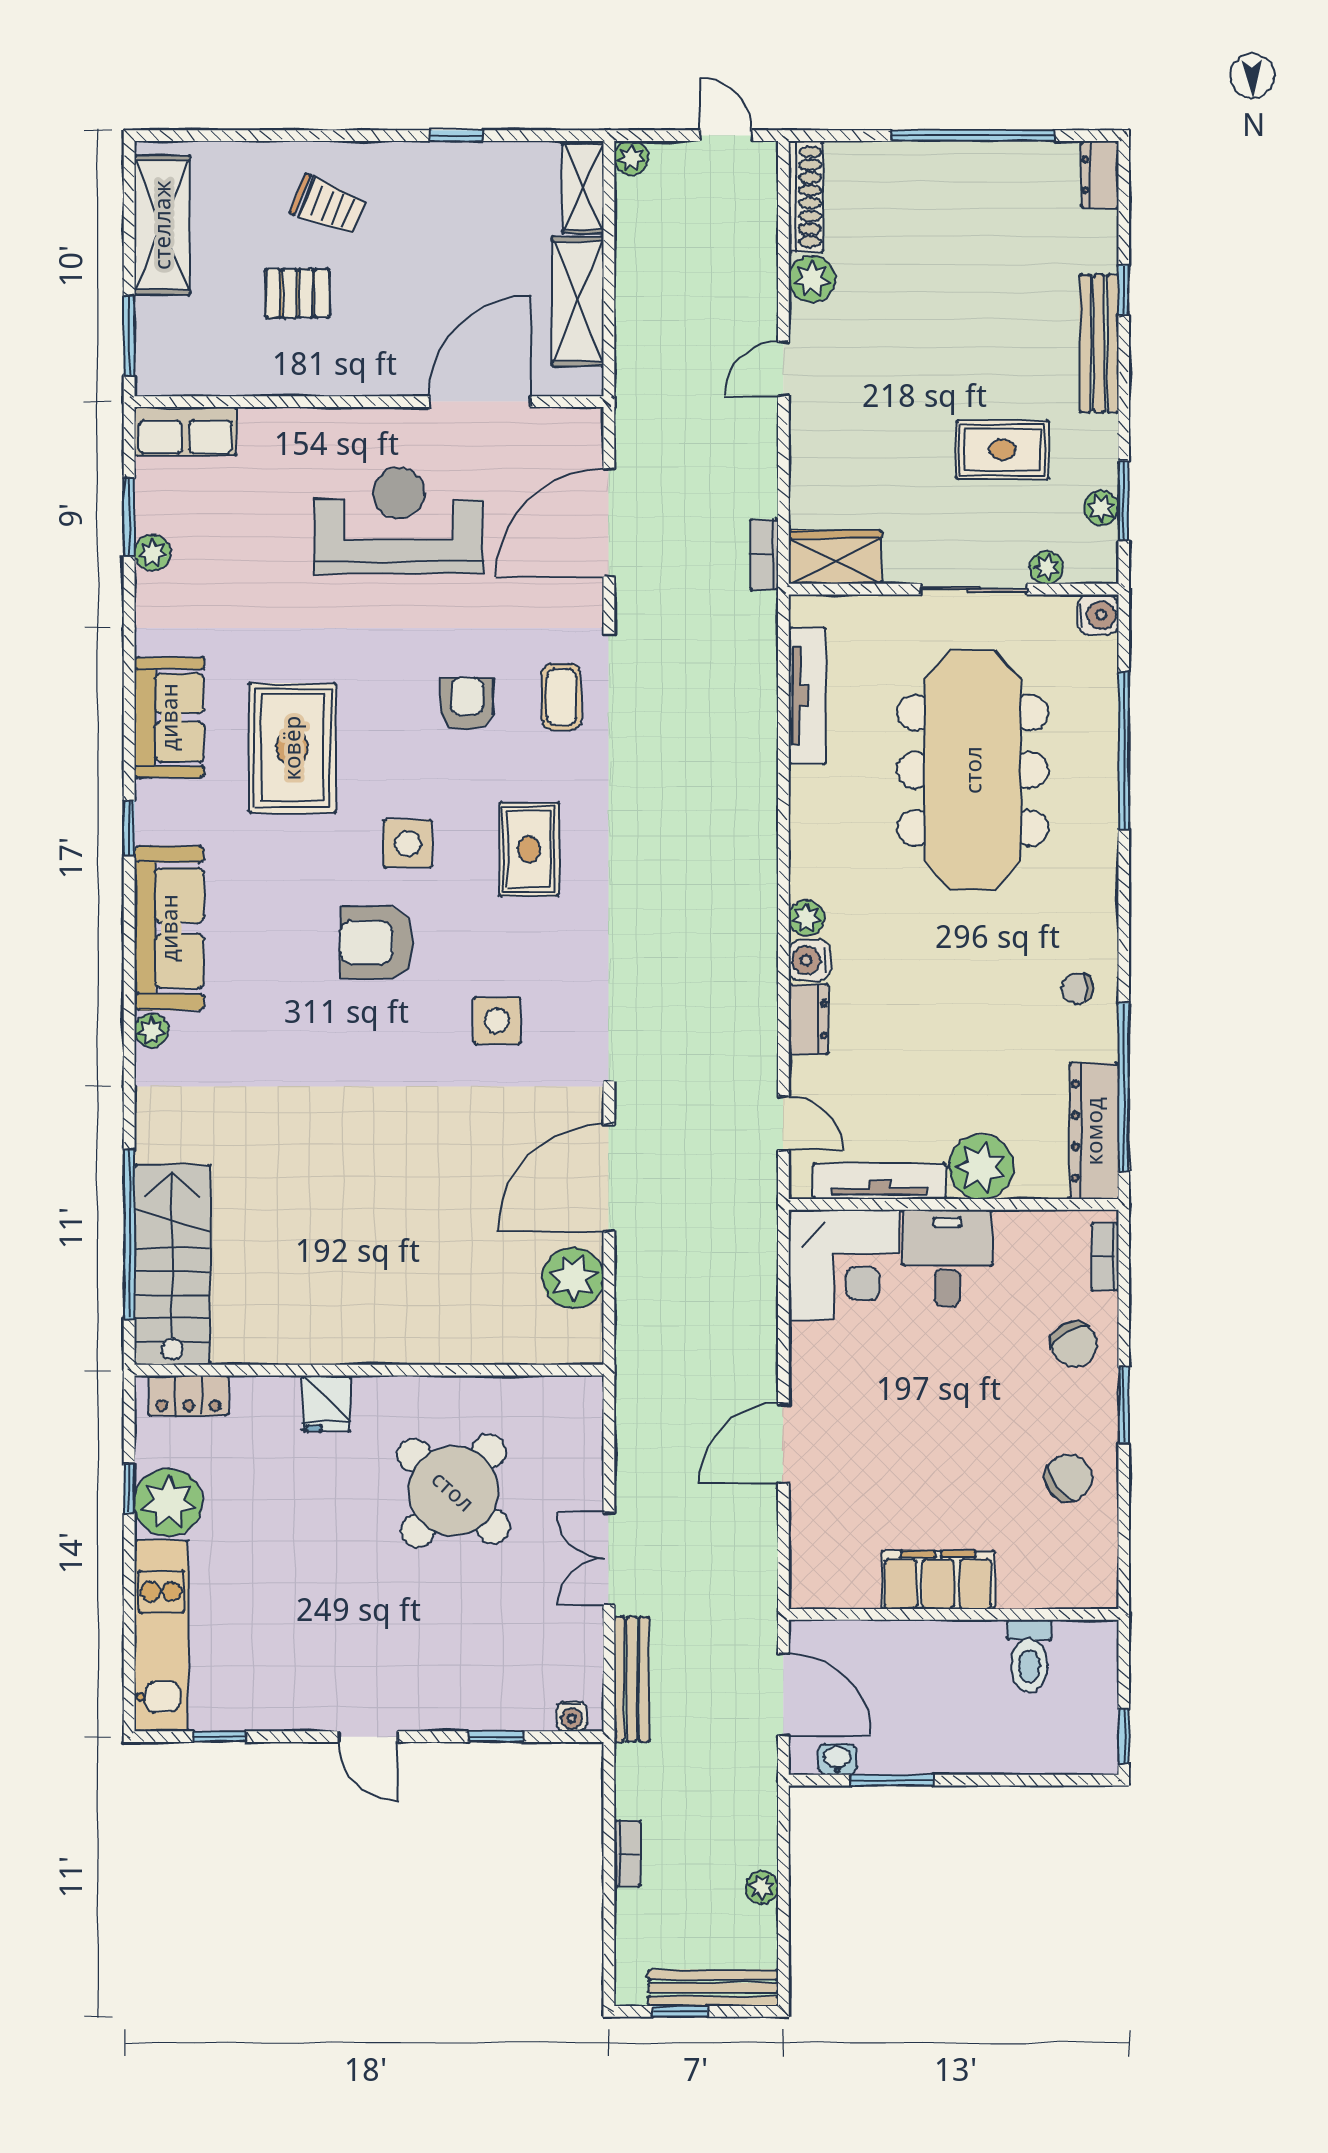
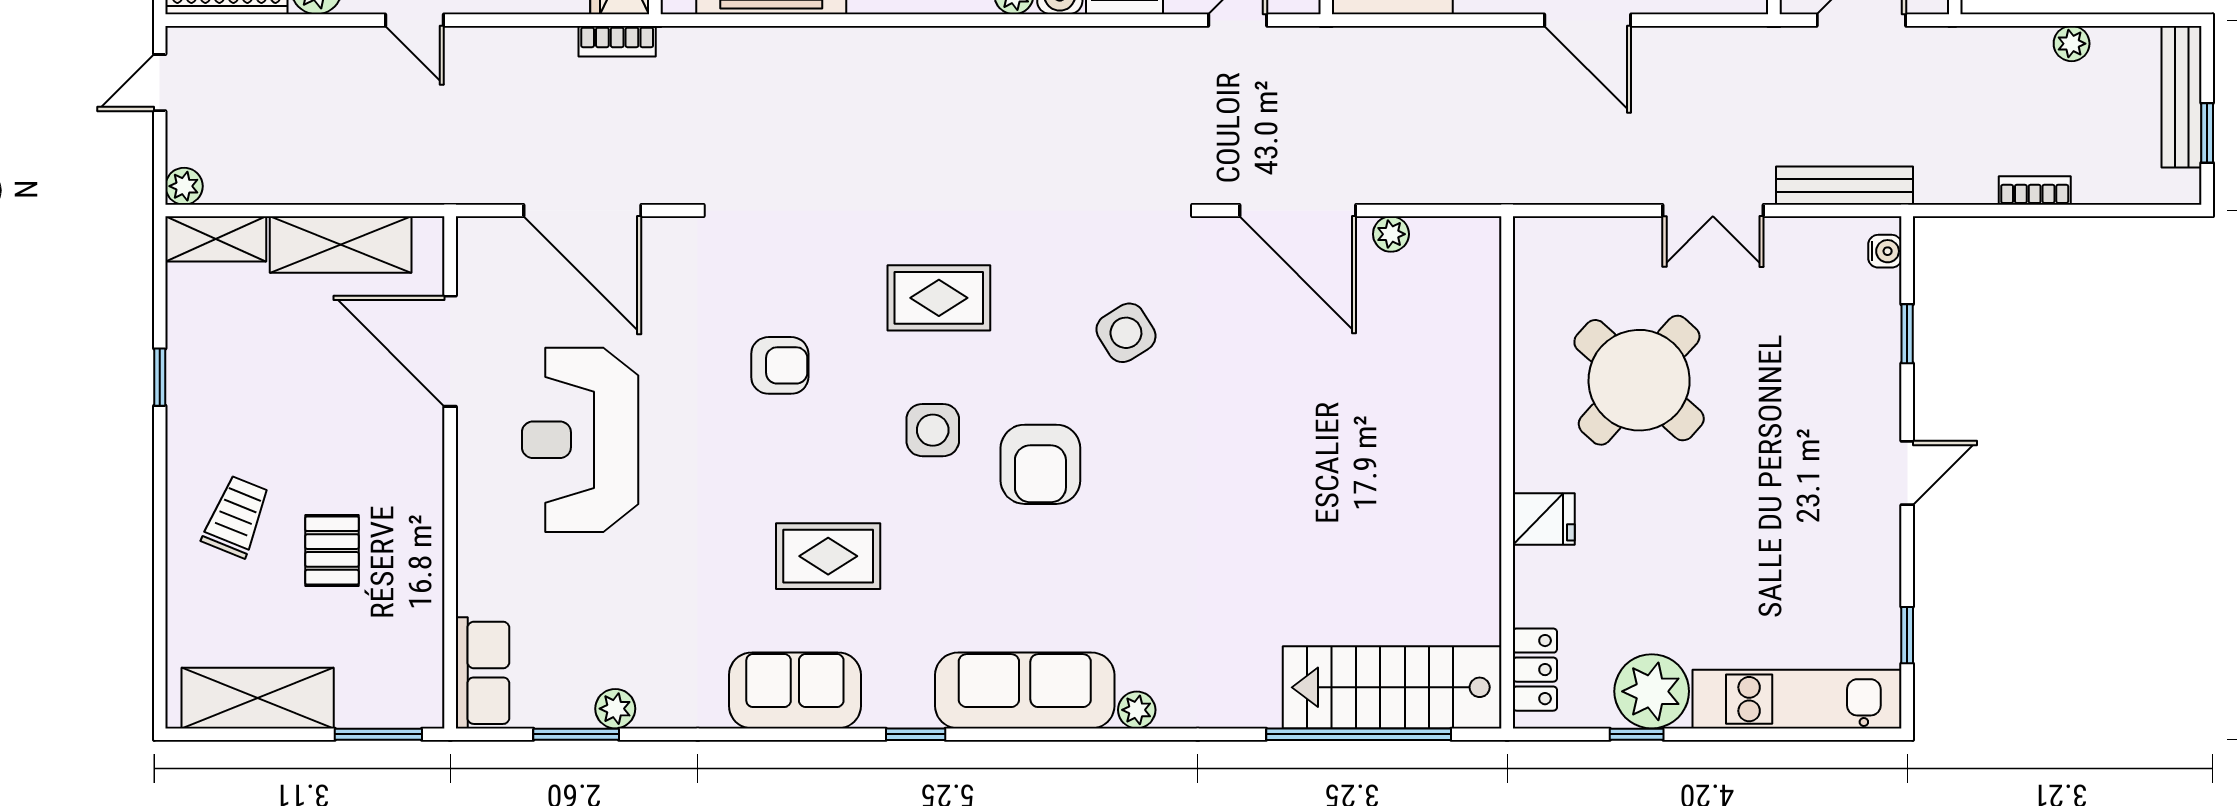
coffee table: (561, 697) -> (772, 262), removed
armchair: (467, 704) -> (780, 365), turned 180
rug: (292, 748) -> (828, 556), width x0.73, depth x0.70
side table: (497, 1021) -> (1126, 333), turned -32
plant: (573, 1278) -> (1391, 234), width x0.53, depth x0.53

